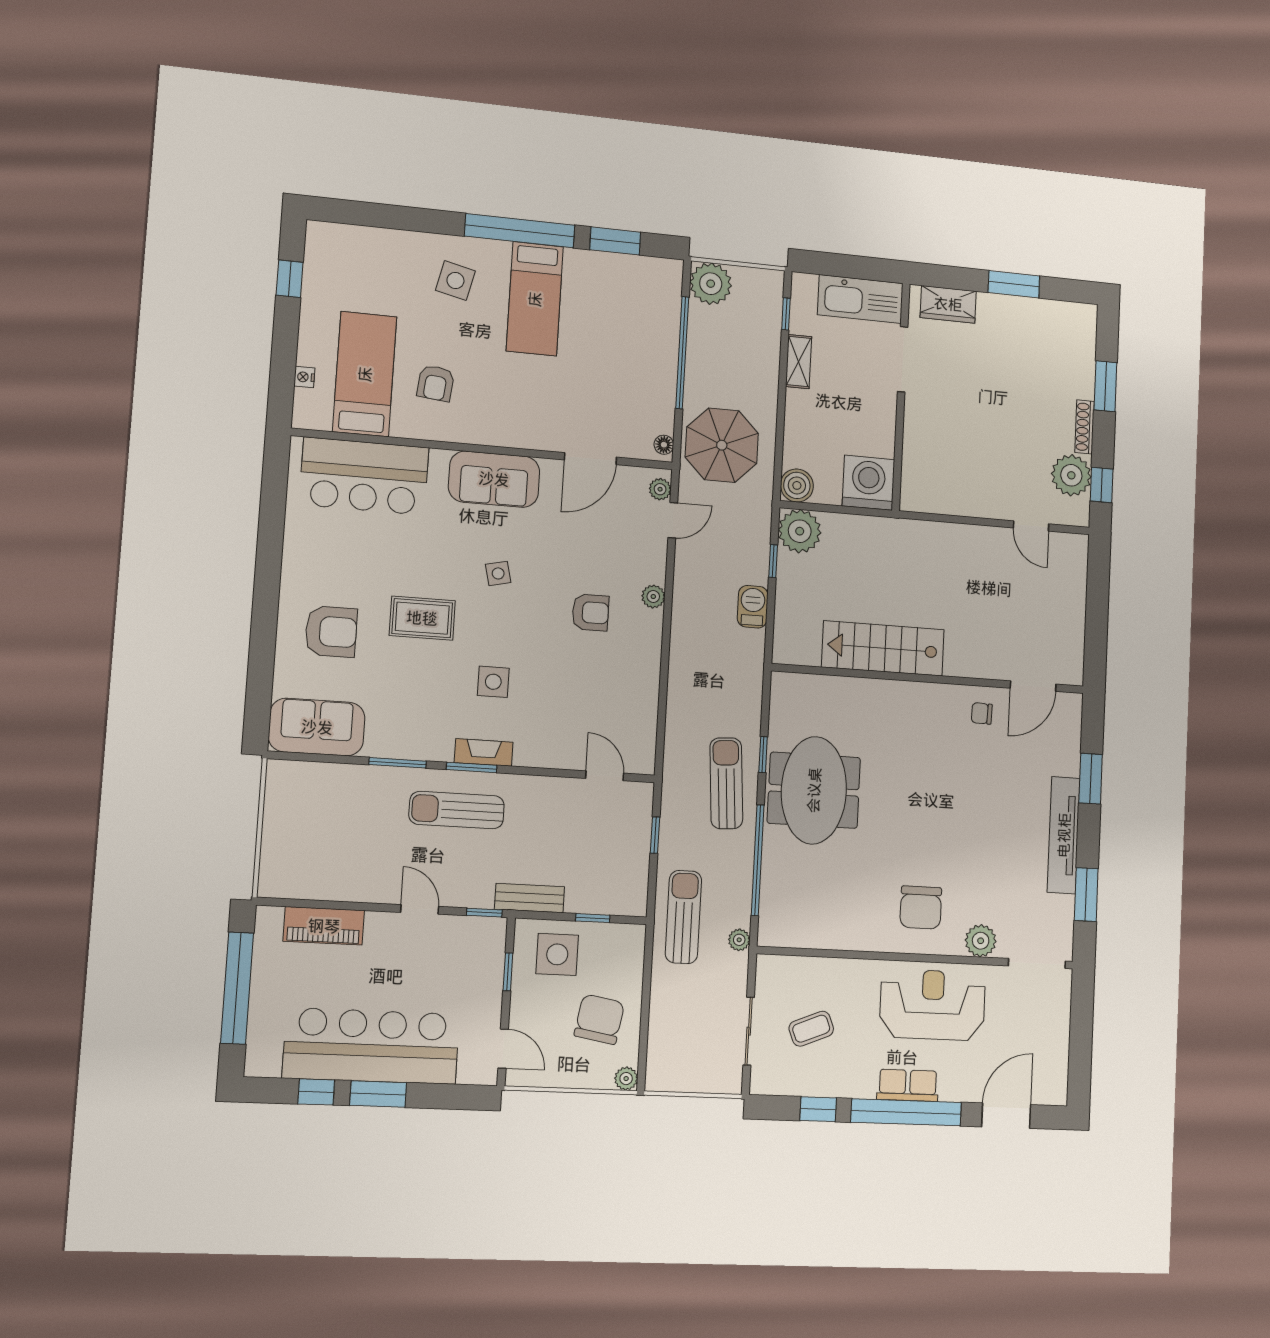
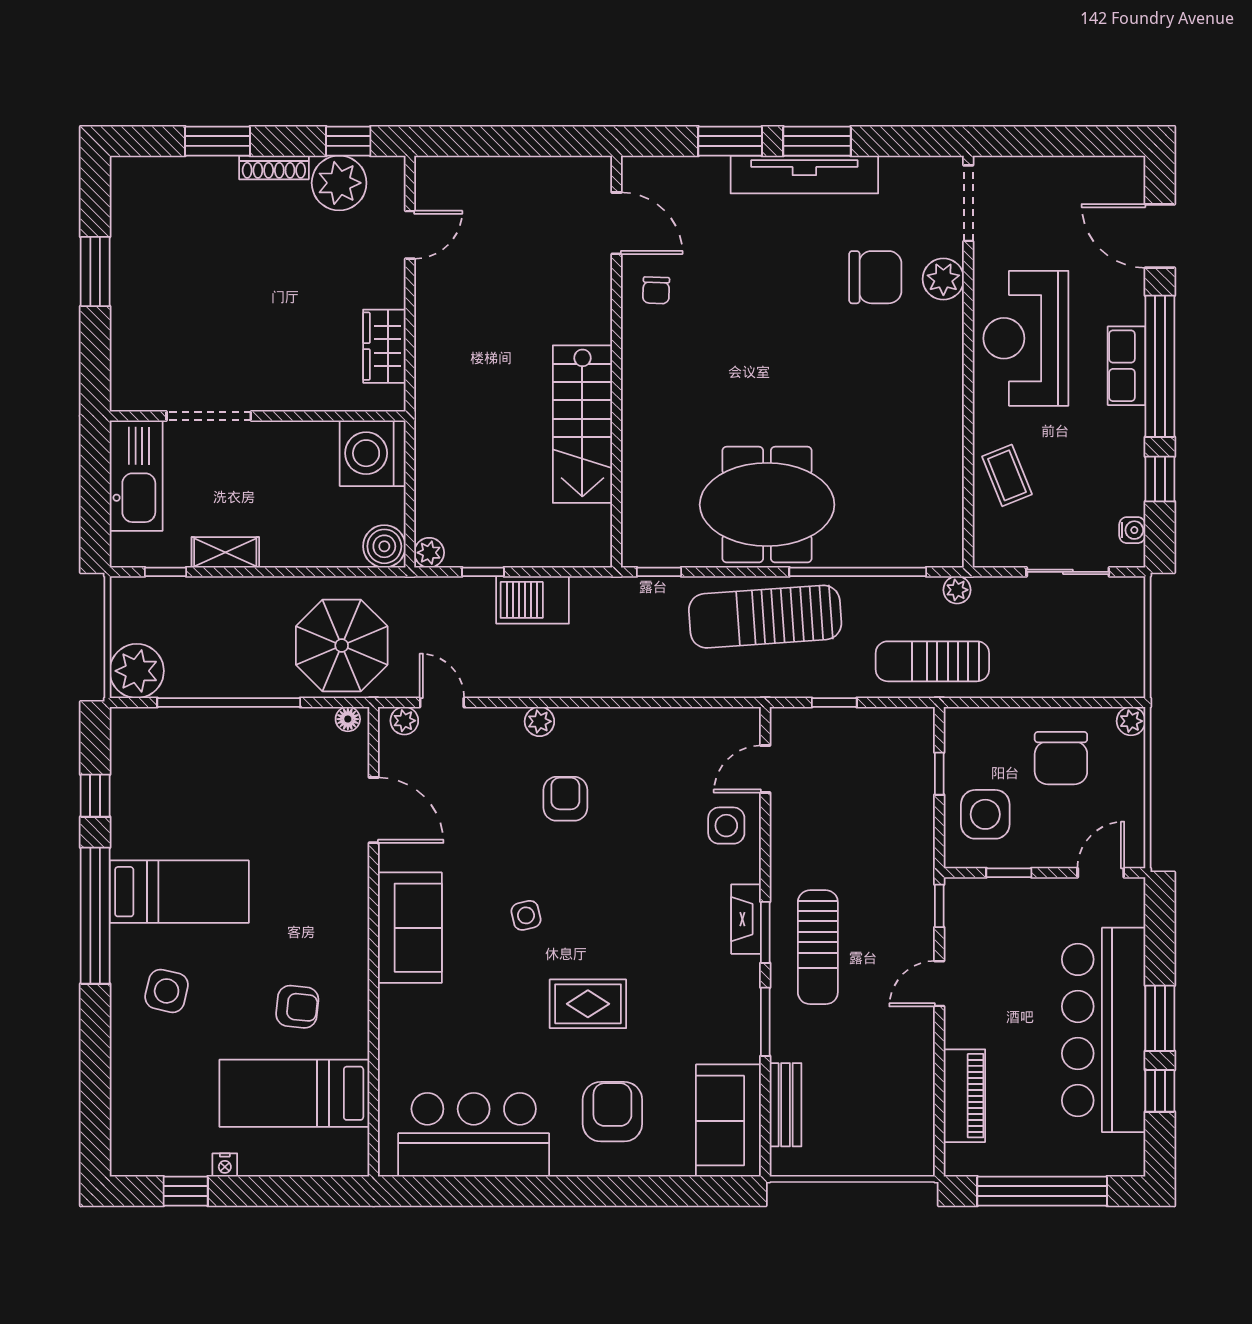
window: (615, 241) -> (95, 796), width x0.67
wardrobe: (948, 304) -> (384, 346), moved, turned 180
nightstand: (304, 377) -> (225, 1165), moved
bar counter: (364, 476) -> (474, 1135), moved, turned -90
plant: (800, 531) -> (429, 553), width x0.53, depth x0.53
barbecue: (753, 607) -> (533, 600), width x1.38, depth x1.27
rug: (422, 618) -> (588, 1004), turned 90
side table: (493, 682) -> (726, 826), moved
window: (763, 755) -> (659, 572), moved
sun lounger: (726, 783) -> (765, 617), width x1.36, depth x1.34
window: (1086, 895) -> (817, 141), moved
bench: (530, 898) -> (786, 1105), moved
chair: (921, 907) -> (875, 277), moved
chair: (599, 1019) -> (1061, 758), turned -100
coffee table: (811, 1029) -> (1007, 475), moved
water cooler: (779, 1085) -> (1132, 530), added

